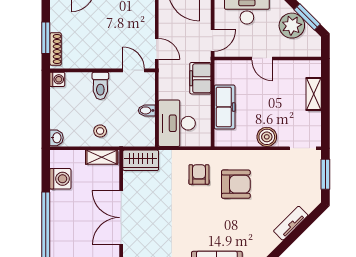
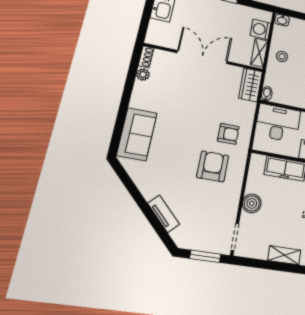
bidet: (147, 110) -> (267, 94), moved
washing machine: (60, 179) -> (261, 29), moved, turned 90
armchair: (236, 184) -> (213, 166), turned 180

